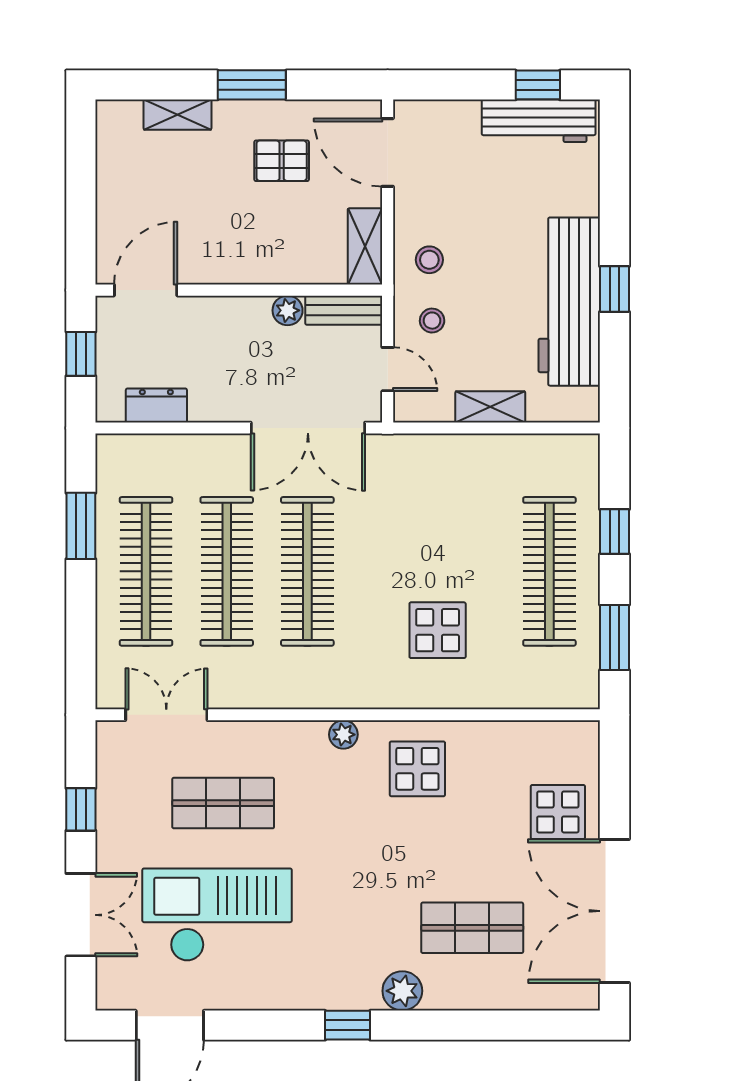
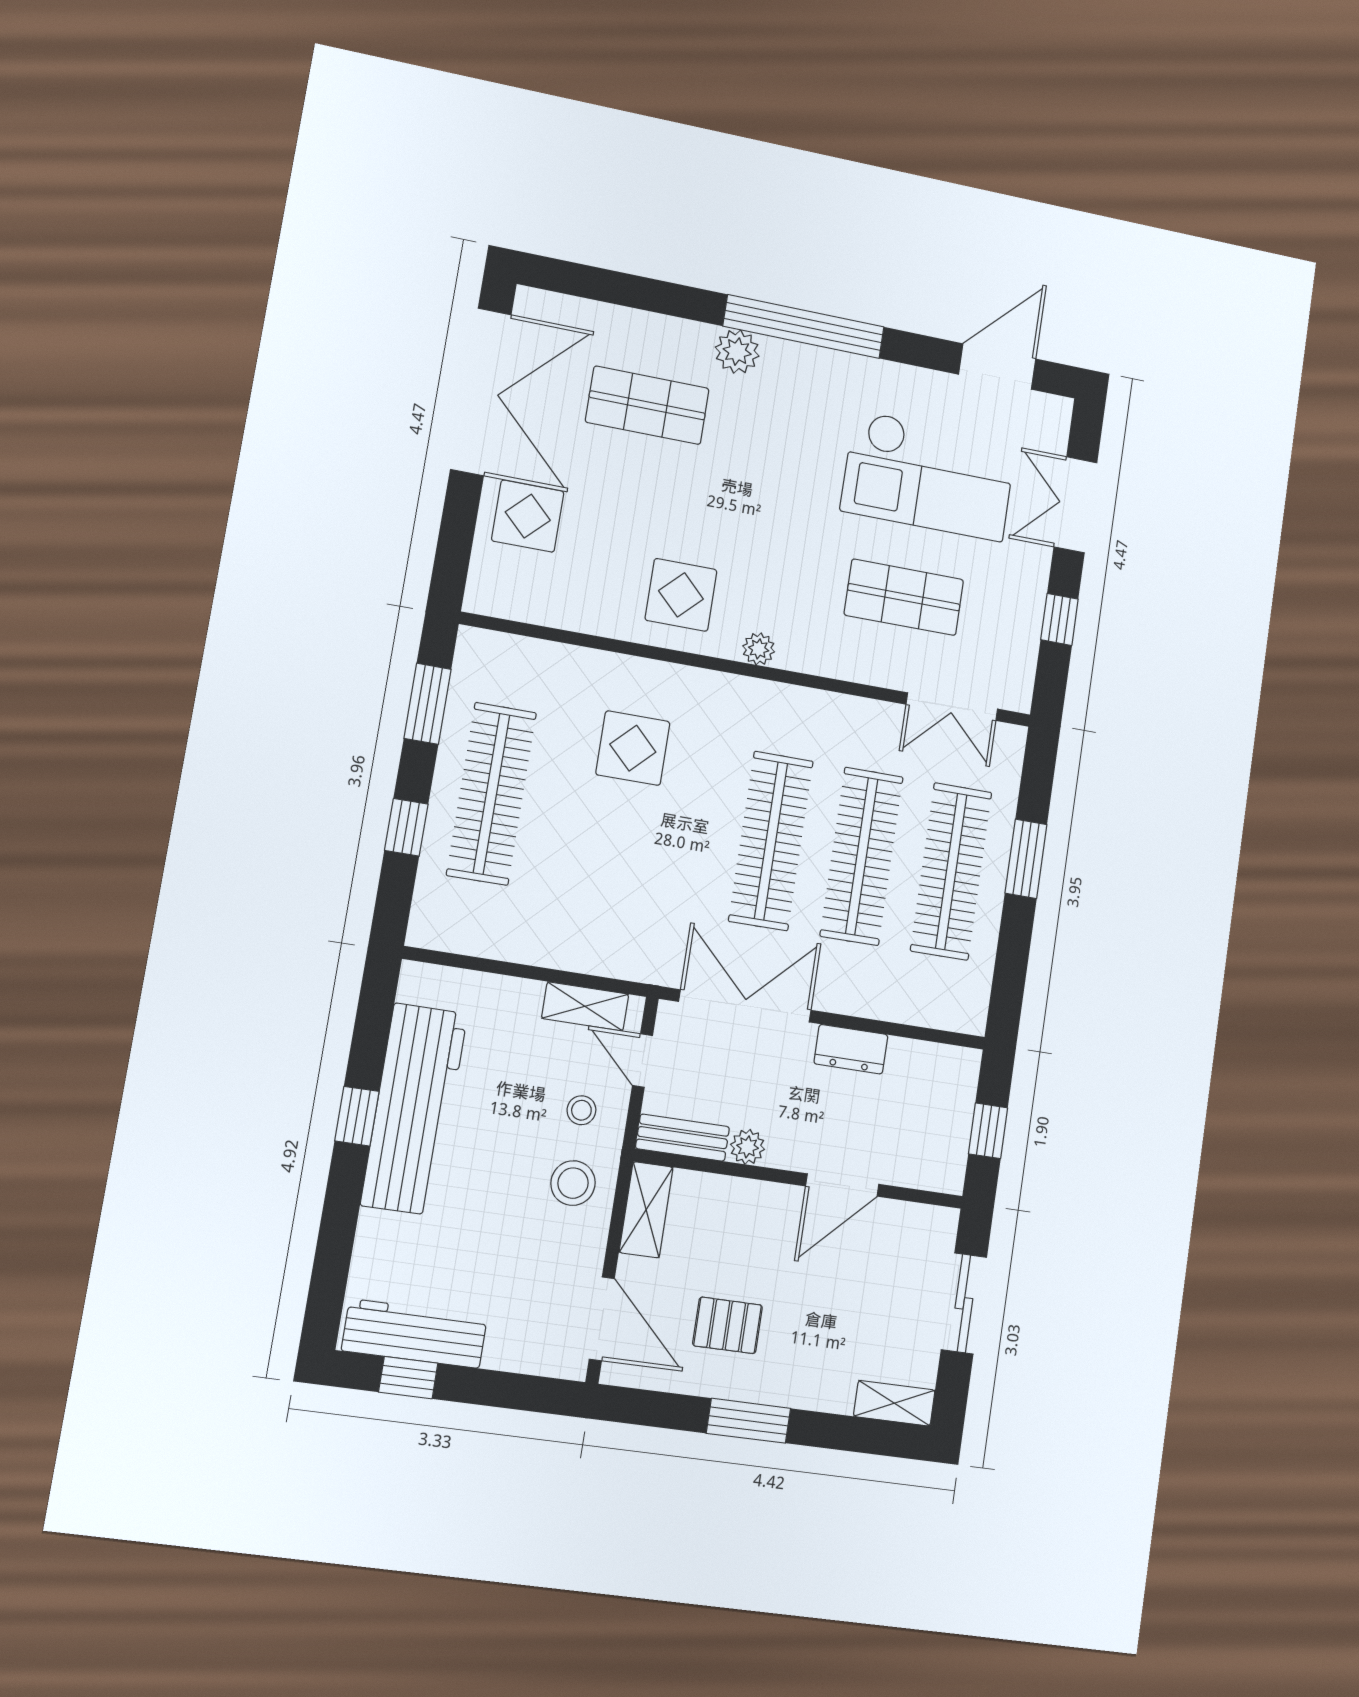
shelving: (177, 115) -> (894, 1403), moved
sliding door: (81, 205) -> (964, 1303), added
stool: (429, 260) -> (573, 1183), width x1.37, depth x1.37
door: (146, 290) -> (842, 1185), moved
dresser: (156, 405) -> (851, 1049), moved
shelving: (490, 407) -> (585, 1006), moved
window: (81, 526) -> (1026, 859), moved
window: (348, 1025) -> (804, 327), width x3.17

